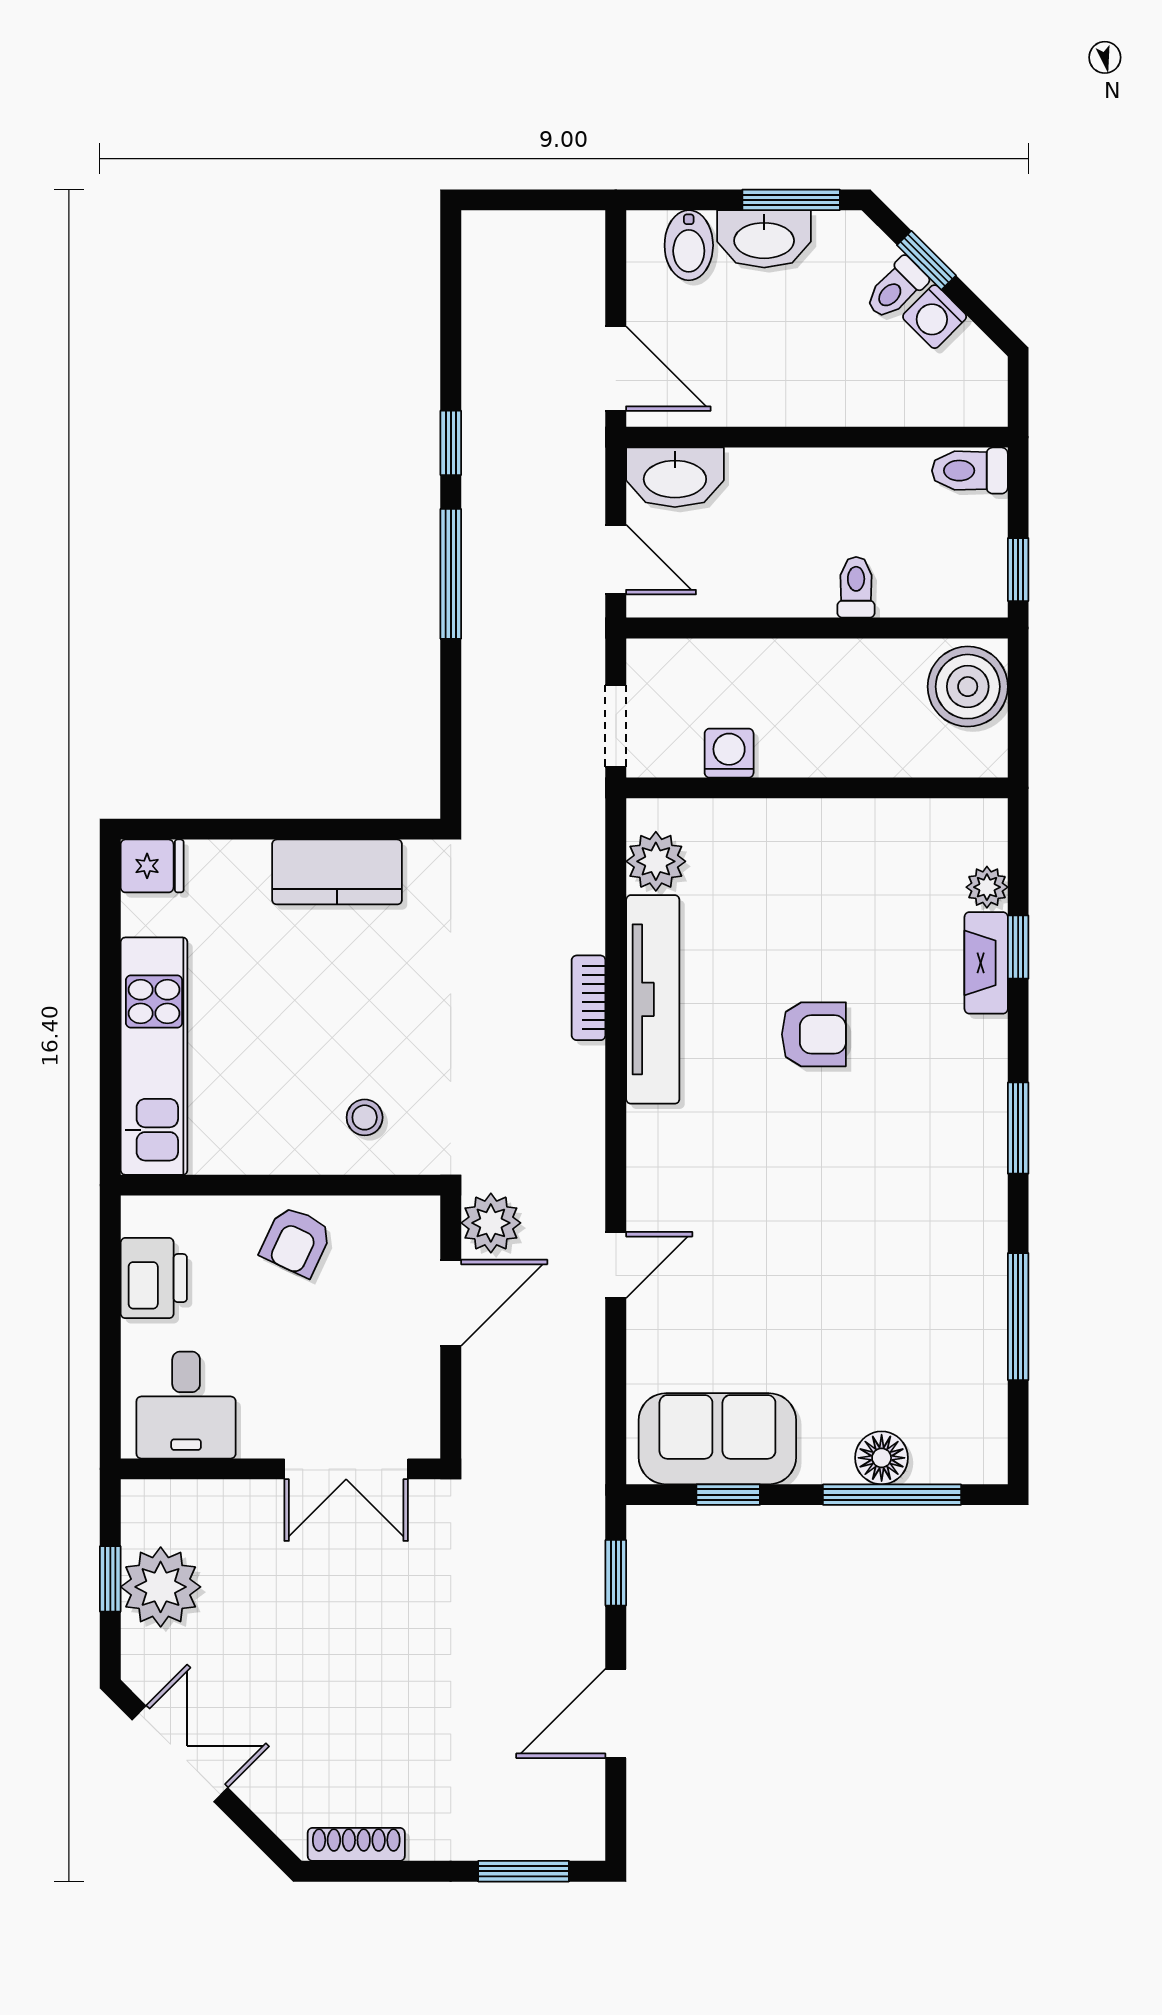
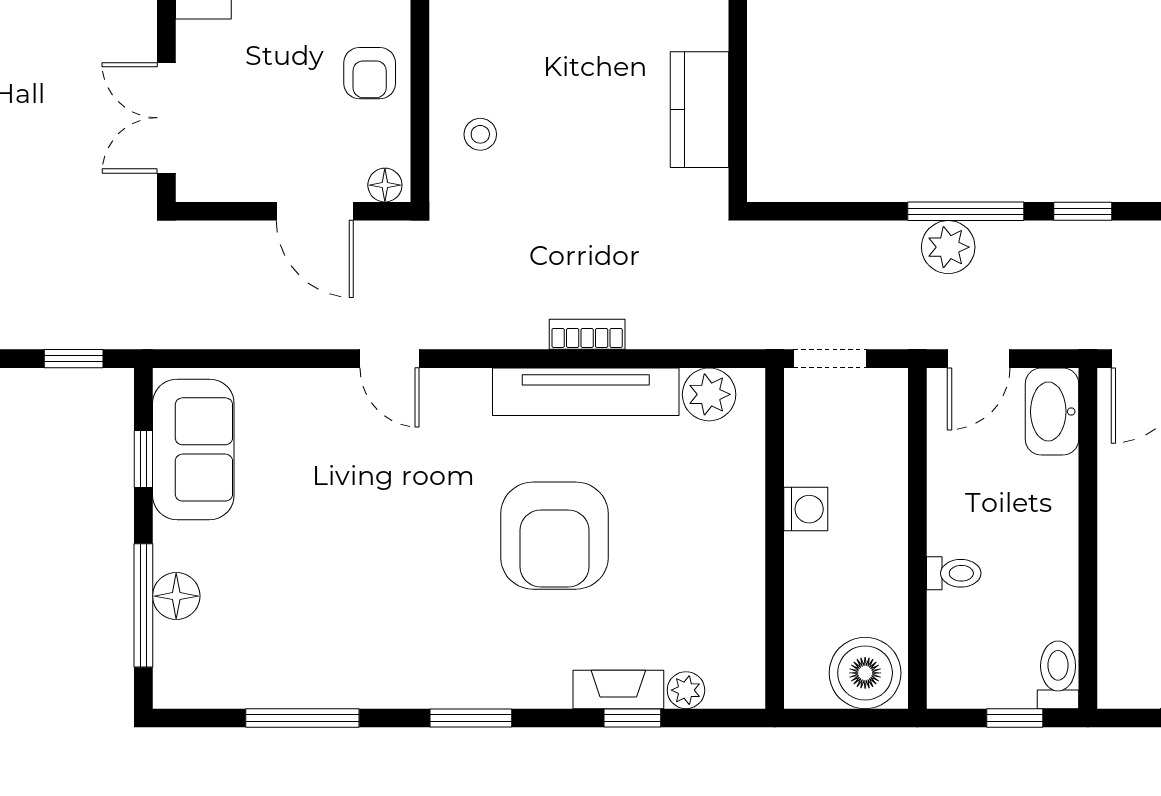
window: (1018, 570) -> (1015, 718), moved
washing machine: (729, 753) -> (806, 509), moved
armchair: (814, 1034) -> (554, 536), width x1.88, depth x1.88
plant: (491, 1223) -> (948, 247), moved
floor lamp: (421, 1224) -> (385, 185), added
armchair: (296, 1241) -> (370, 73), turned -115
door: (616, 1265) -> (389, 359), moved

